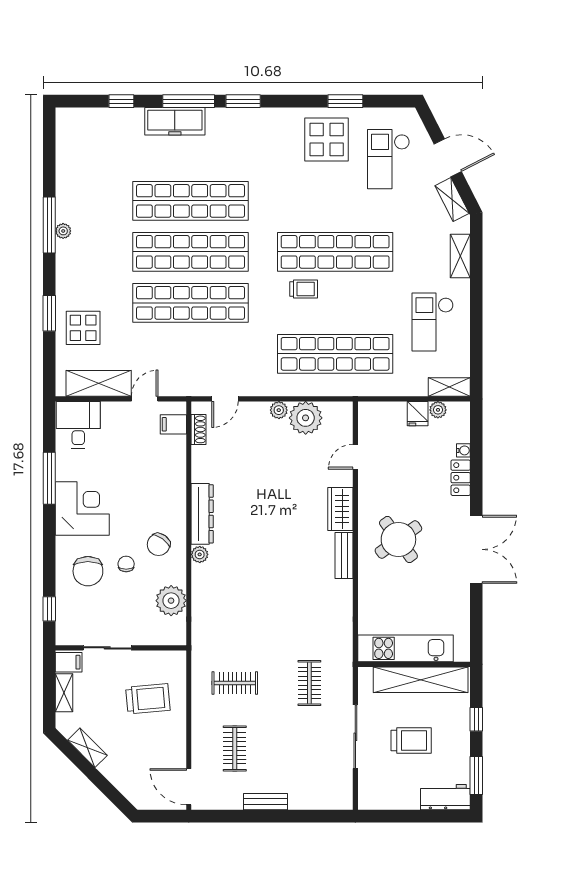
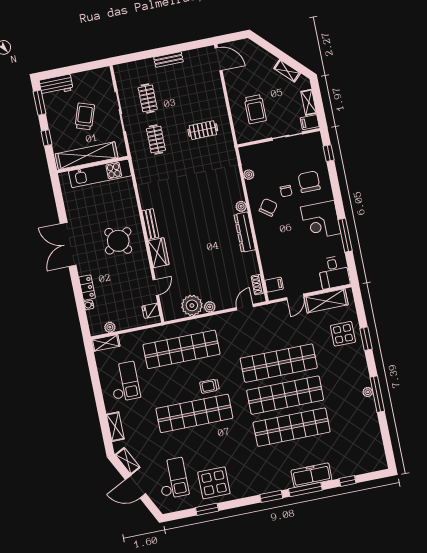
fridge: (418, 414) -> (151, 311), moved, turned -90
plant: (171, 601) -> (249, 175), width x0.53, depth x0.53
trolley: (148, 699) -> (255, 109), turned -85
trolley: (411, 740) -> (85, 116), turned 109
clothes rail: (235, 748) -> (148, 98), moved

